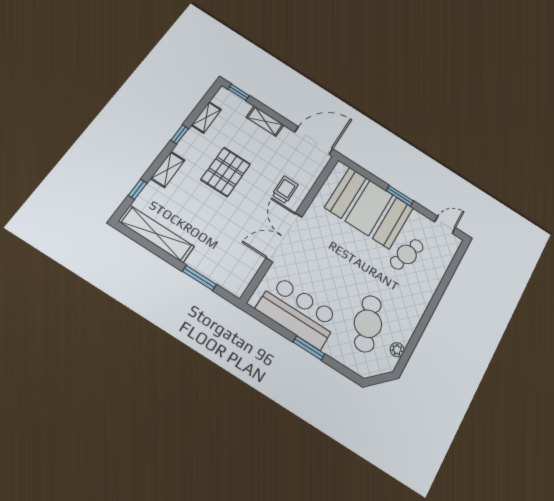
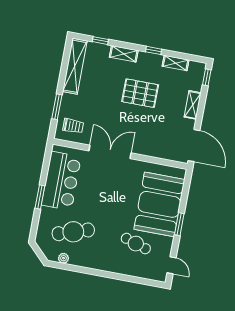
trolley: (285, 190) -> (73, 126), moved

